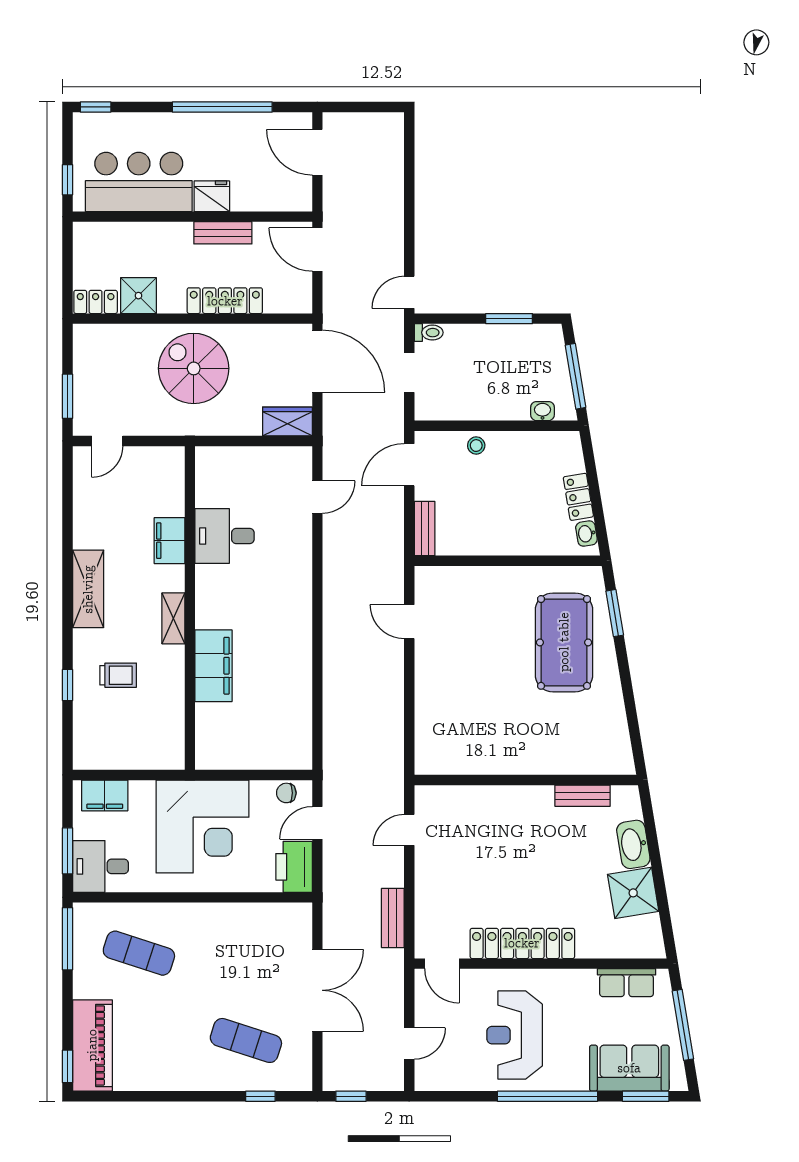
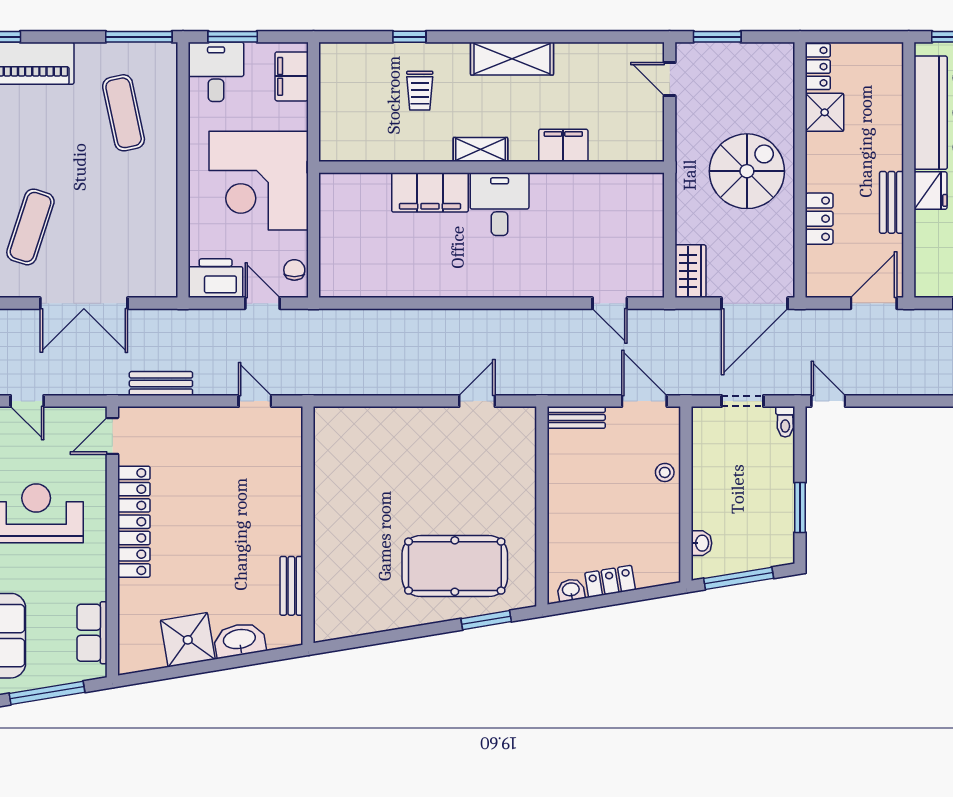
locker: (225, 301) -> (819, 219), width x0.66
desk: (225, 536) -> (500, 204), moved
exercise mat: (139, 953) -> (124, 113), turned -30

